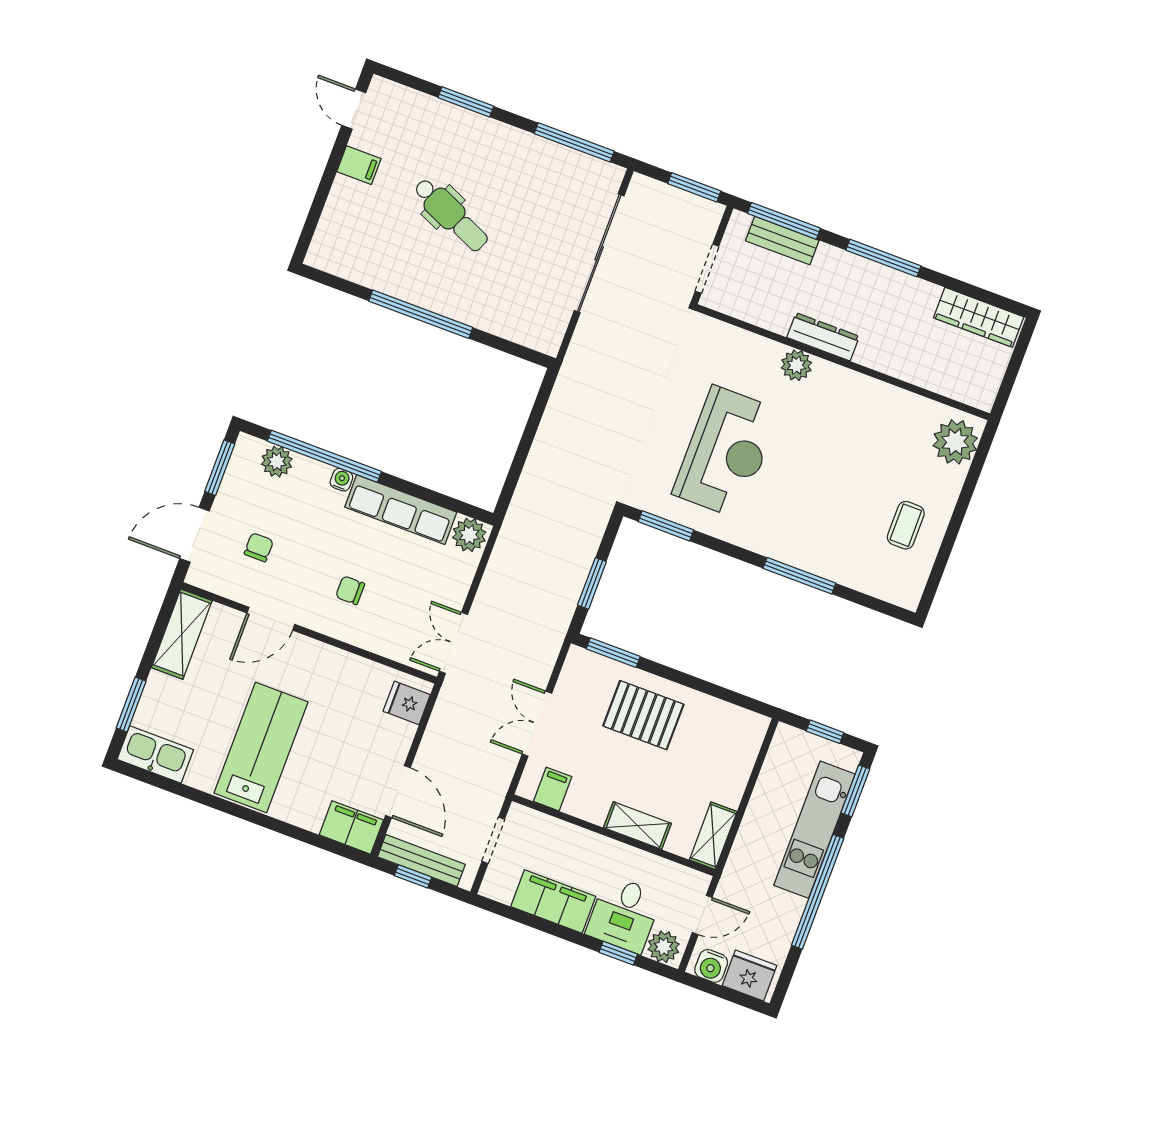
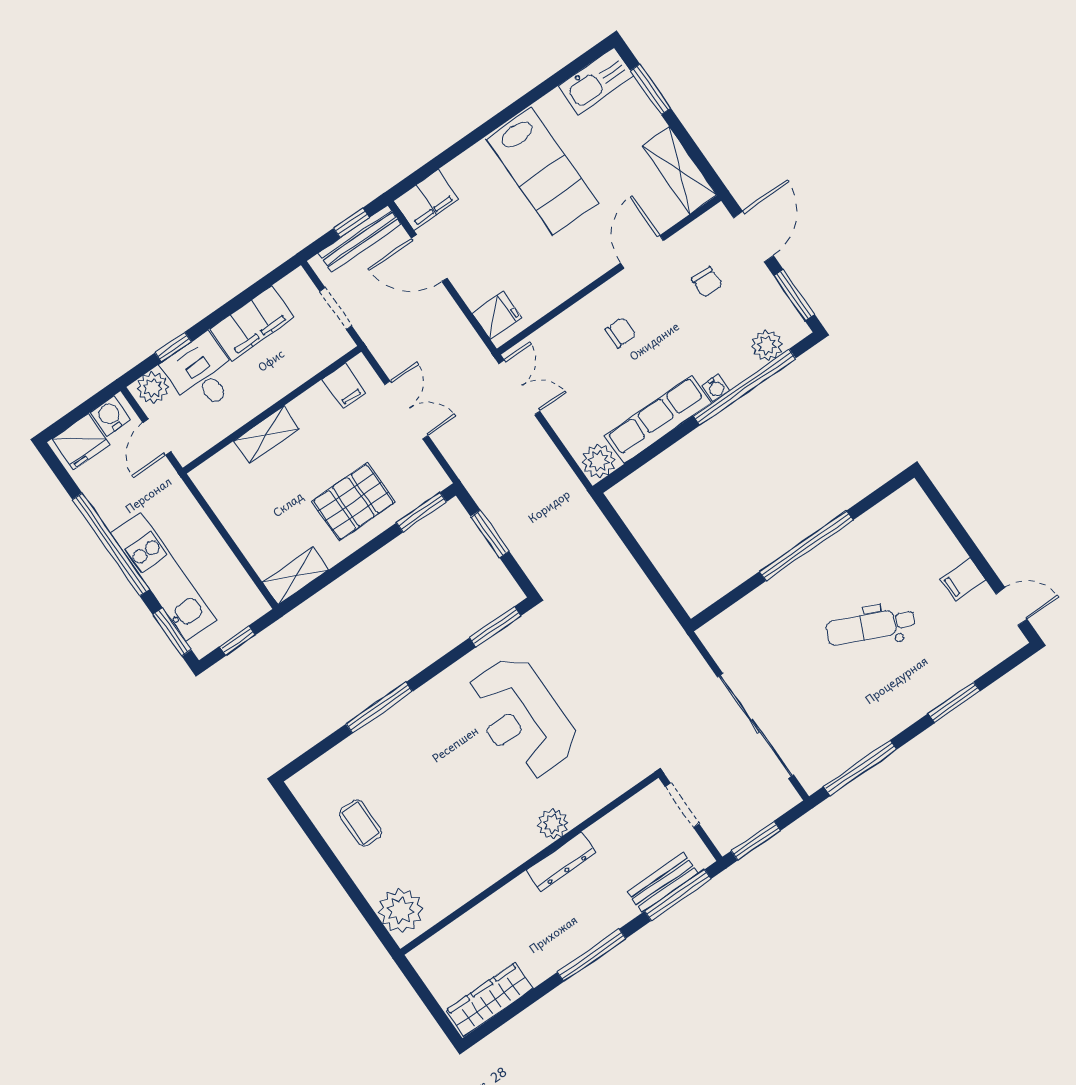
shelving: (713, 836) -> (296, 576), moved, turned 90

